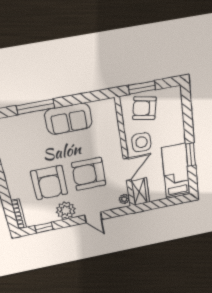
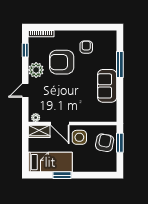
armchair: (89, 174) -> (86, 47), moved, width x0.53, depth x0.53

